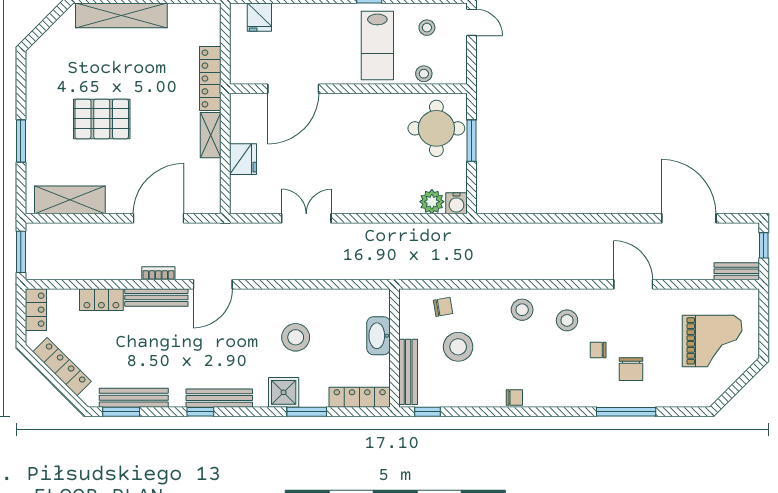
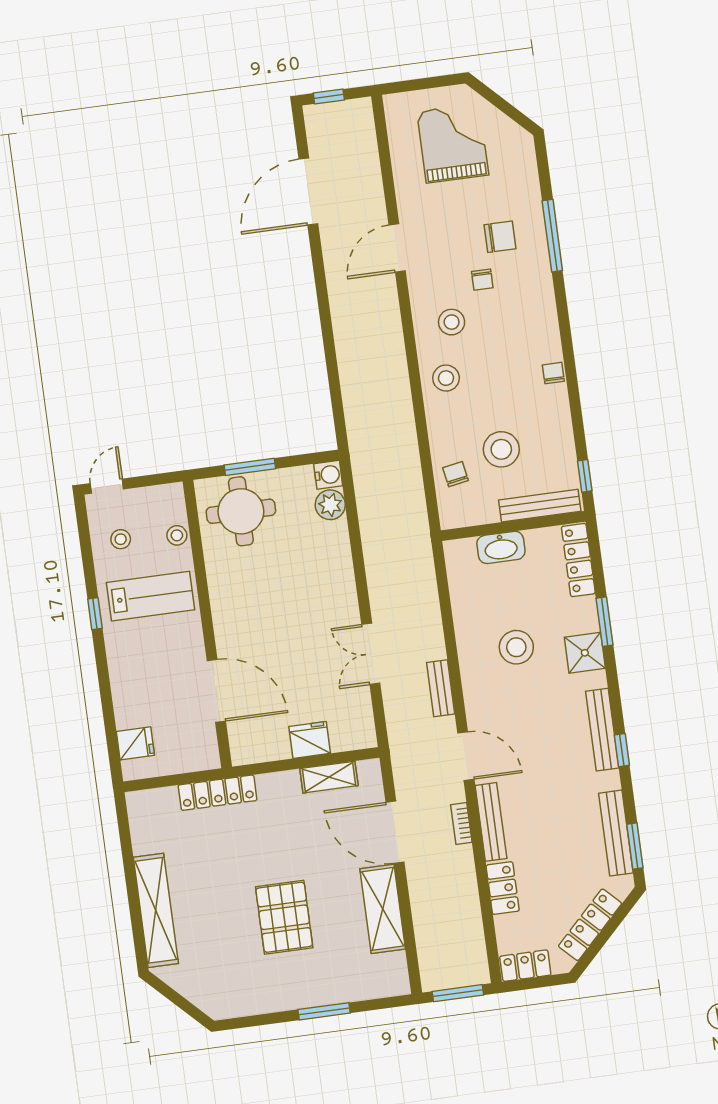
shelving: (211, 135) -> (329, 777), moved
shelving: (70, 200) -> (383, 909), moved
bench: (737, 271) -> (441, 688), moved

